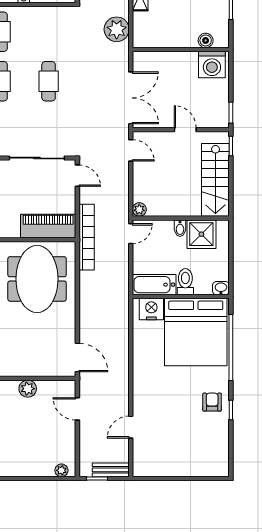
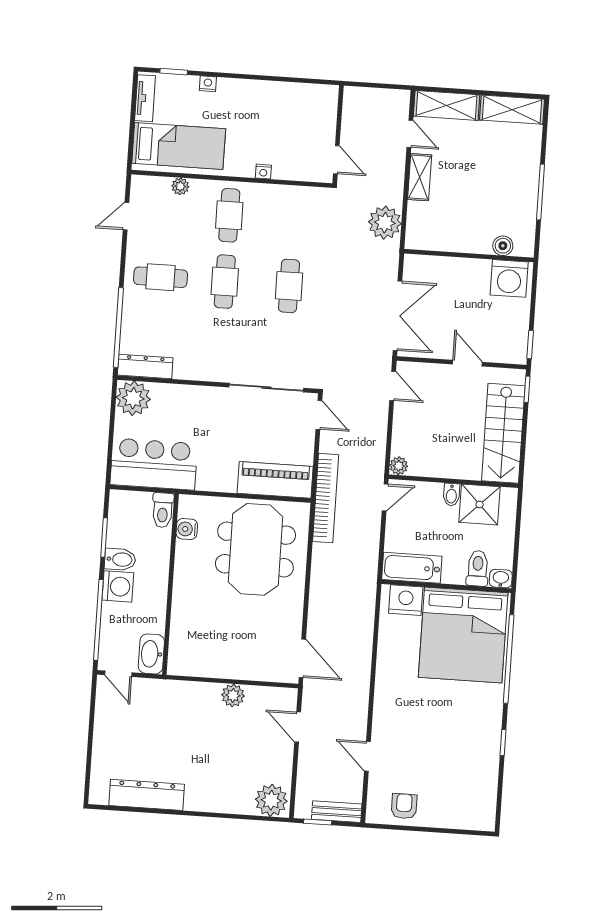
toilet: (185, 282) -> (478, 568), moved
armchair: (212, 402) -> (404, 806), moved
door: (131, 427) -> (367, 756), hinge flipped
plant: (61, 470) -> (271, 800), width x1.88, depth x1.88

